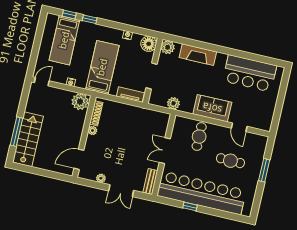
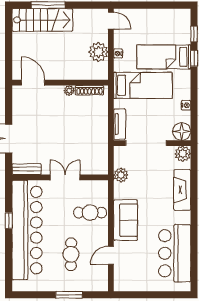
bed: (64, 40) -> (164, 57), moved
doorway: (152, 76) -> (146, 143), width x1.36
plant: (80, 102) -> (98, 52), moved
plant: (101, 178) -> (17, 113), removed

